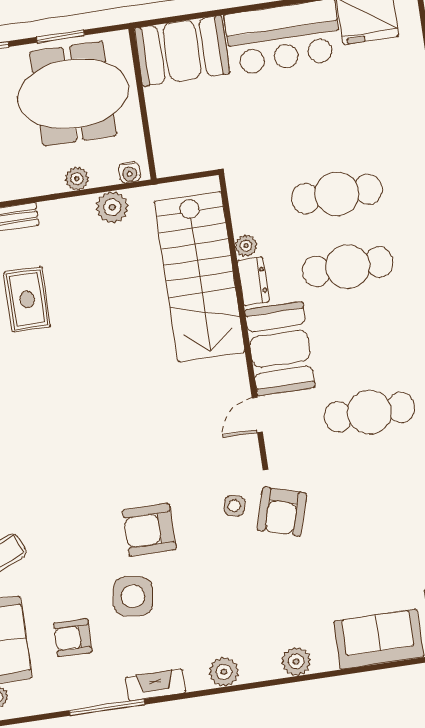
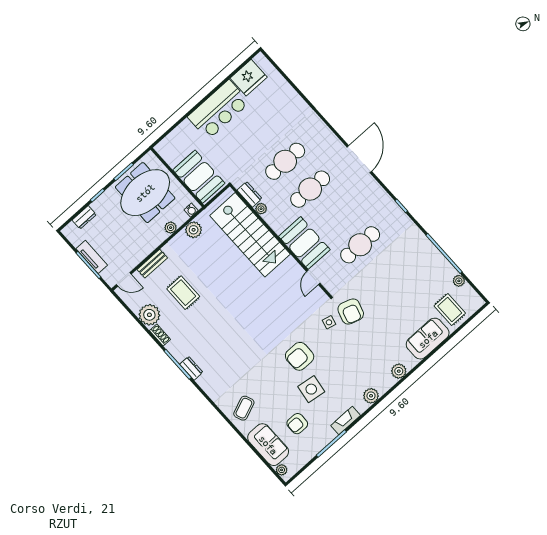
booth: (182, 51) -> (199, 177), moved, turned 90
dresser: (253, 281) -> (250, 194), moved

